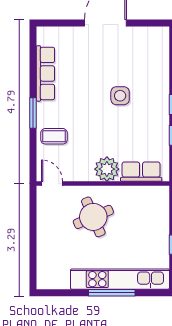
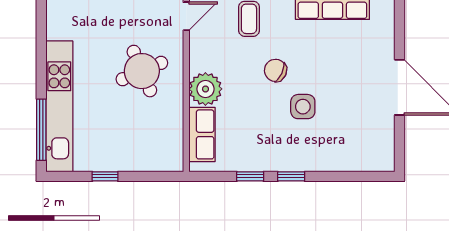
chair: (93, 116) -> (276, 70), added
window: (112, 293) -> (41, 130), moved

